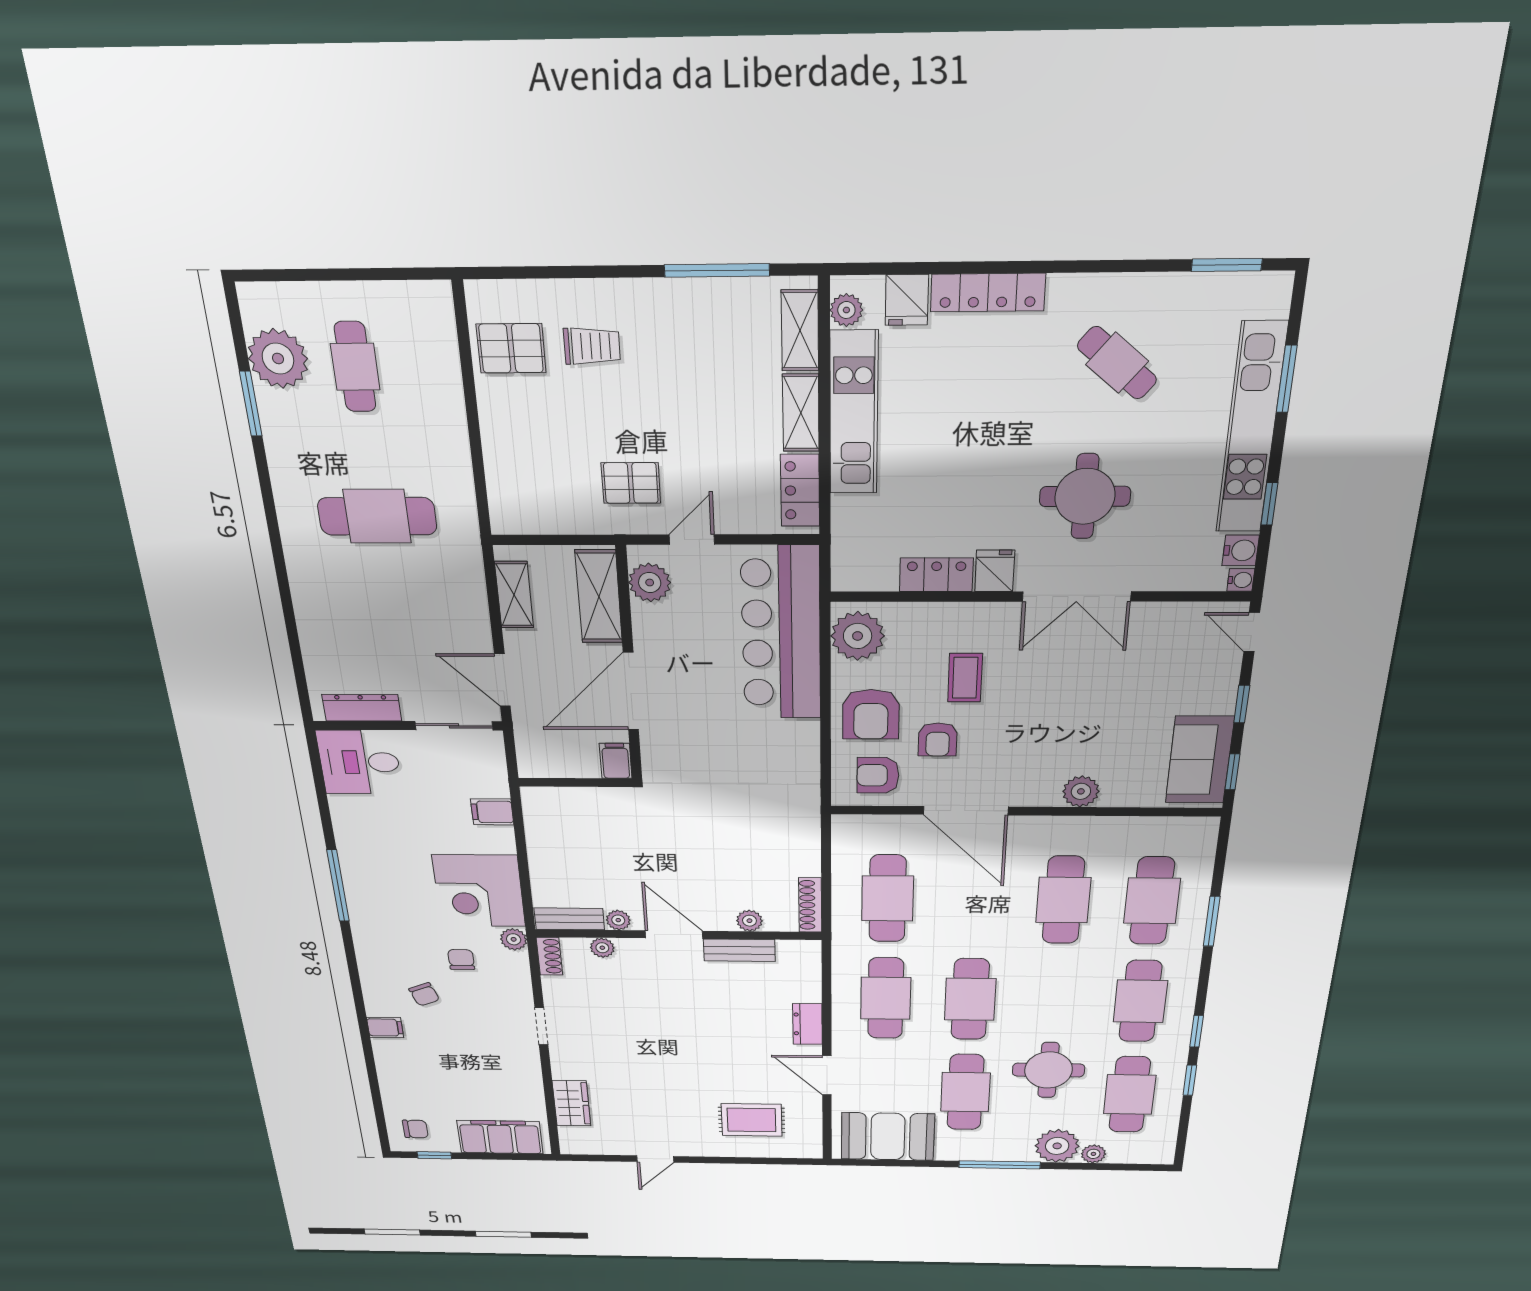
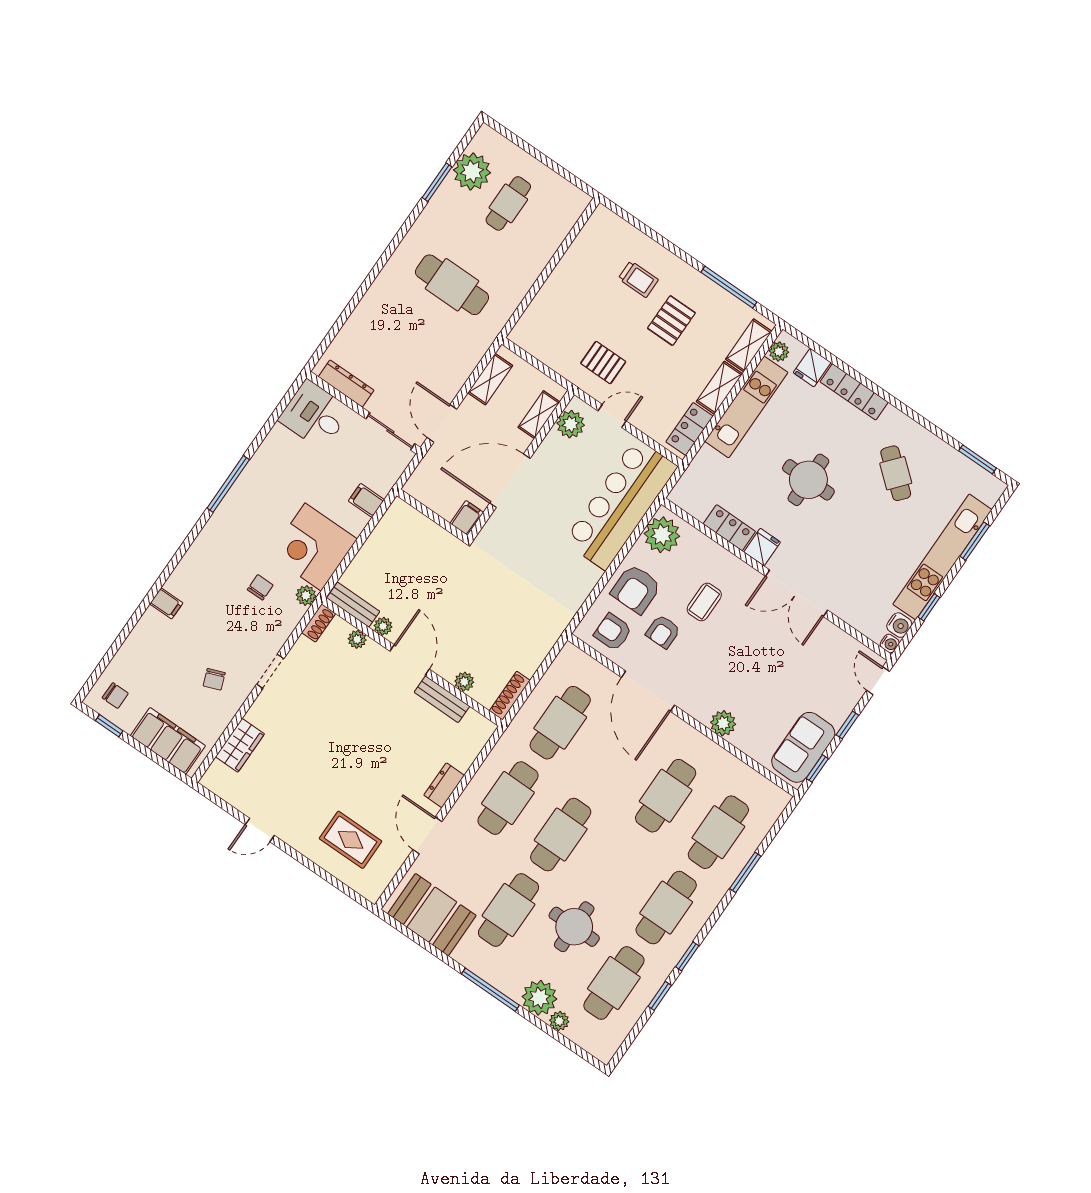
pallet: (511, 348) -> (671, 321), moved, turned 90
round table: (1085, 496) -> (808, 480), moved
shelving: (599, 597) -> (539, 415), width x0.67, depth x0.75
chair: (424, 994) -> (214, 679), moved

